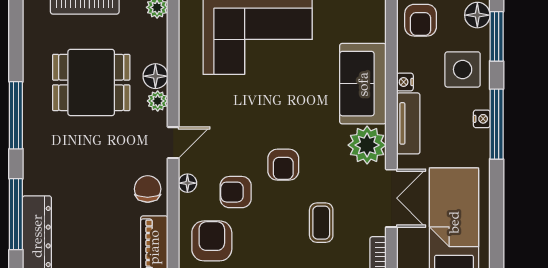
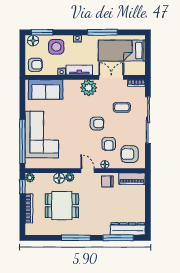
dining table: (91, 82) -> (62, 206), turned 90
sofa: (363, 84) -> (46, 89), moved
window: (497, 124) -> (102, 32), moved

